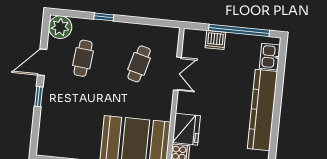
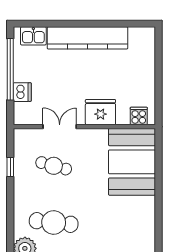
window: (104, 17) -> (10, 167), moved
cafe table: (83, 58) -> (54, 222), width x1.37, depth x1.35
fridge: (186, 129) -> (100, 112), moved

